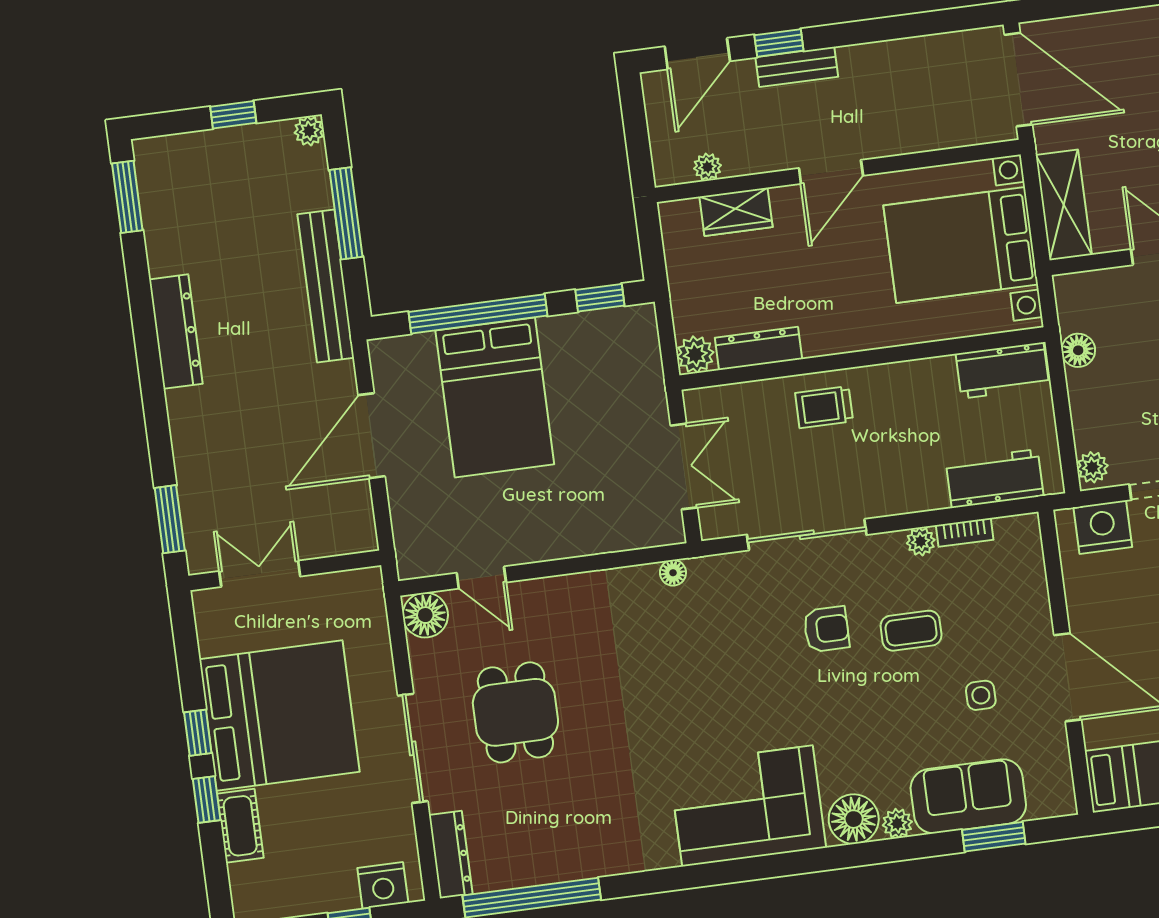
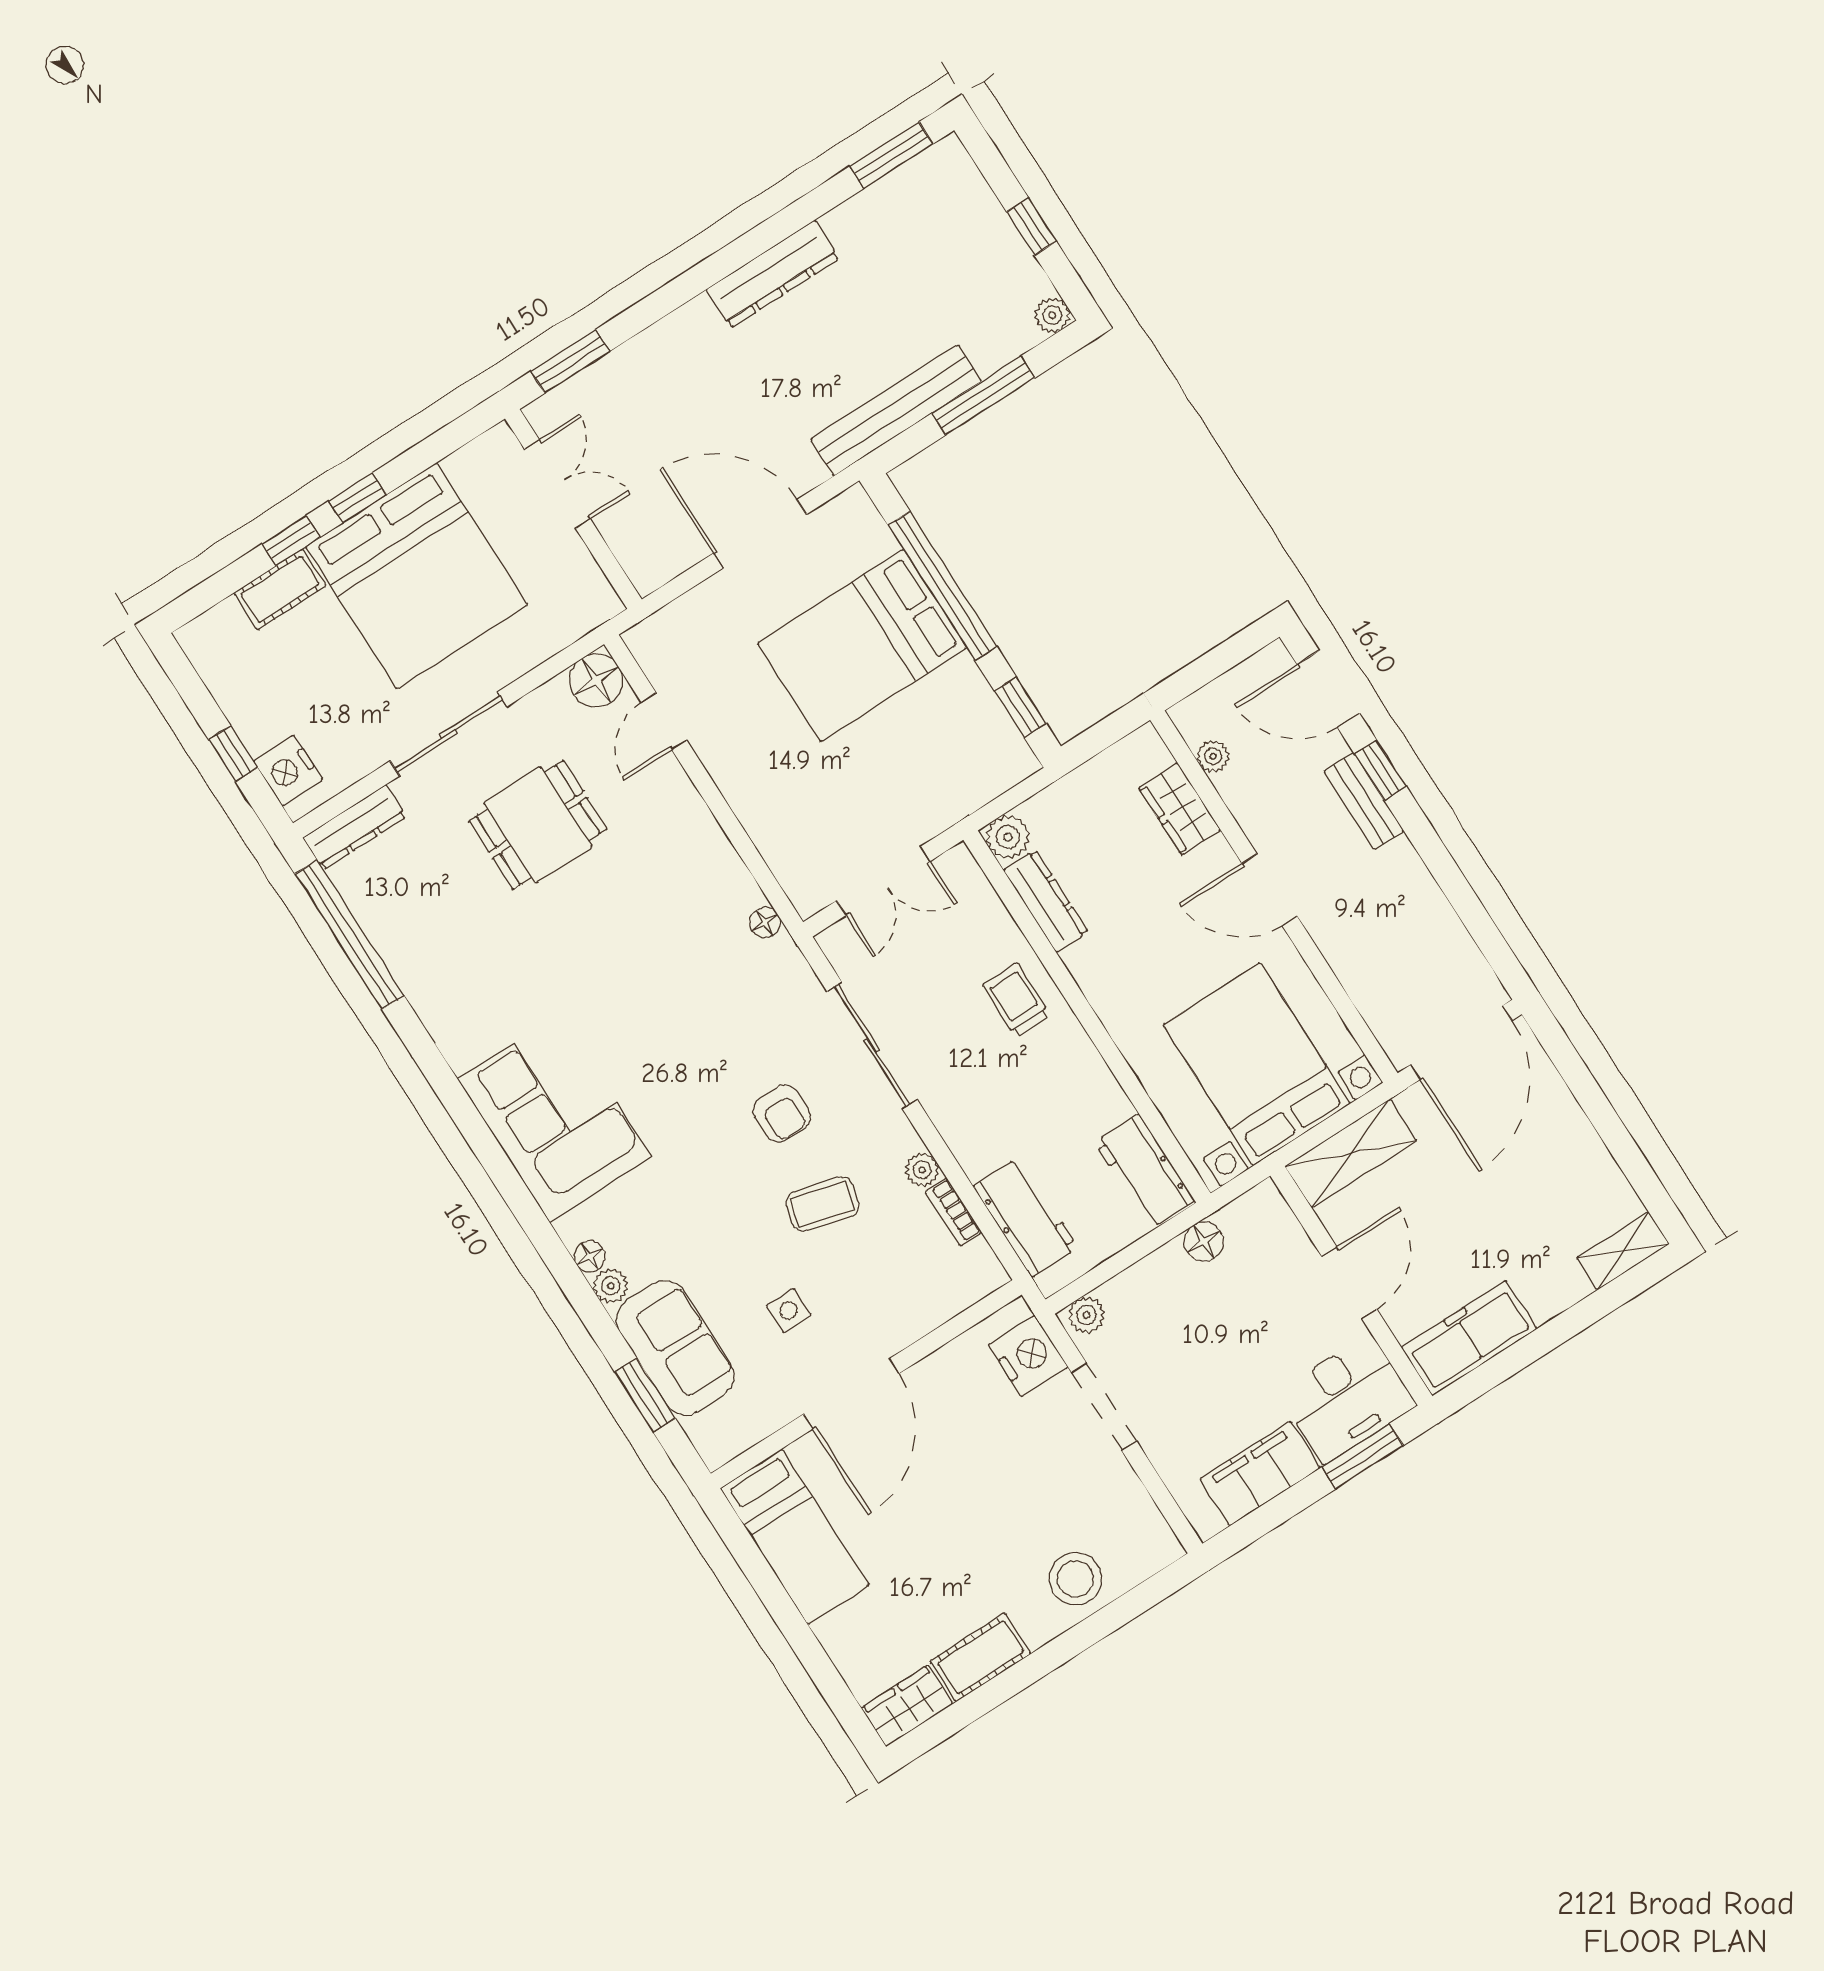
coffee table: (911, 631) -> (822, 1204), turned -75
floor lamp: (854, 819) -> (590, 1256), width x0.53, depth x0.53

